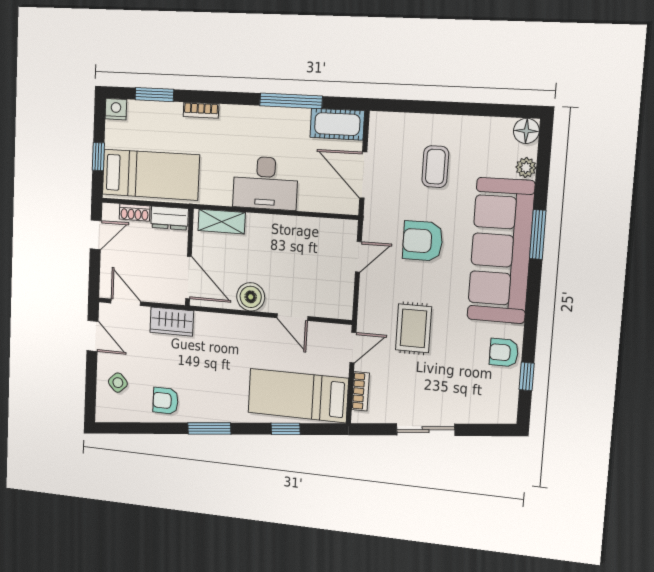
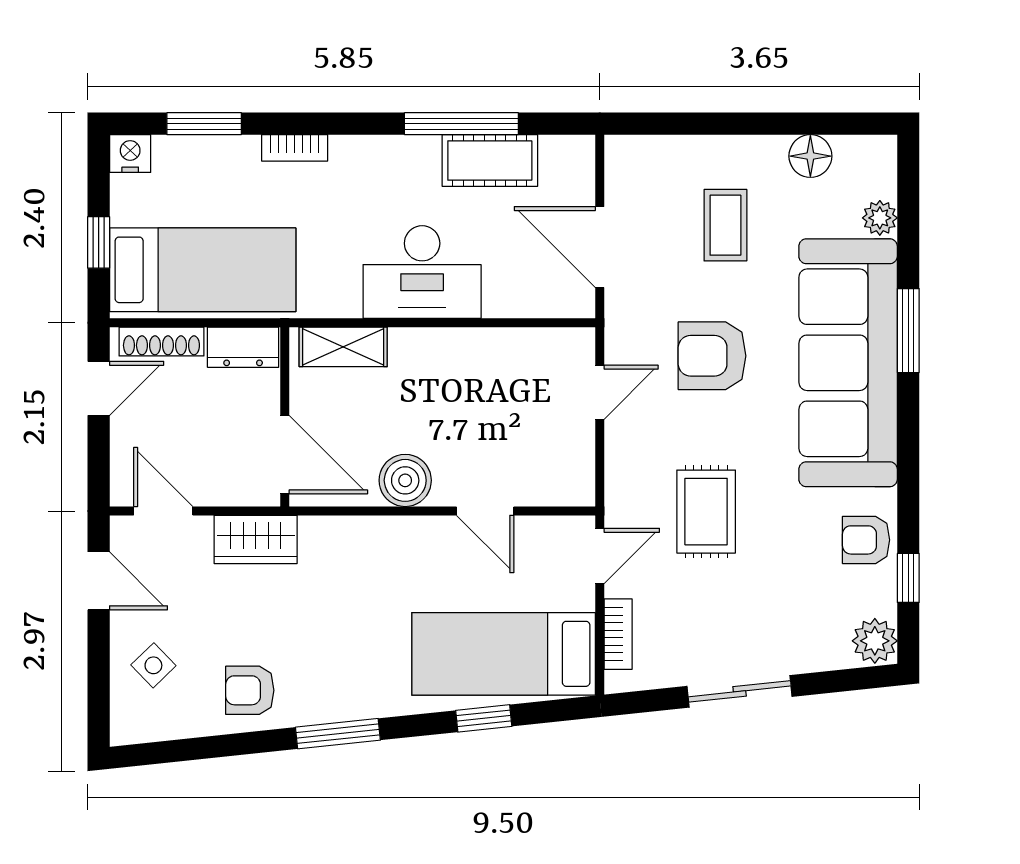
cot: (337, 124) -> (490, 161), moved
floor lamp: (526, 131) -> (810, 156), moved
shoe rack: (135, 212) -> (161, 342), width x1.43
plant: (504, 410) -> (875, 641), added

